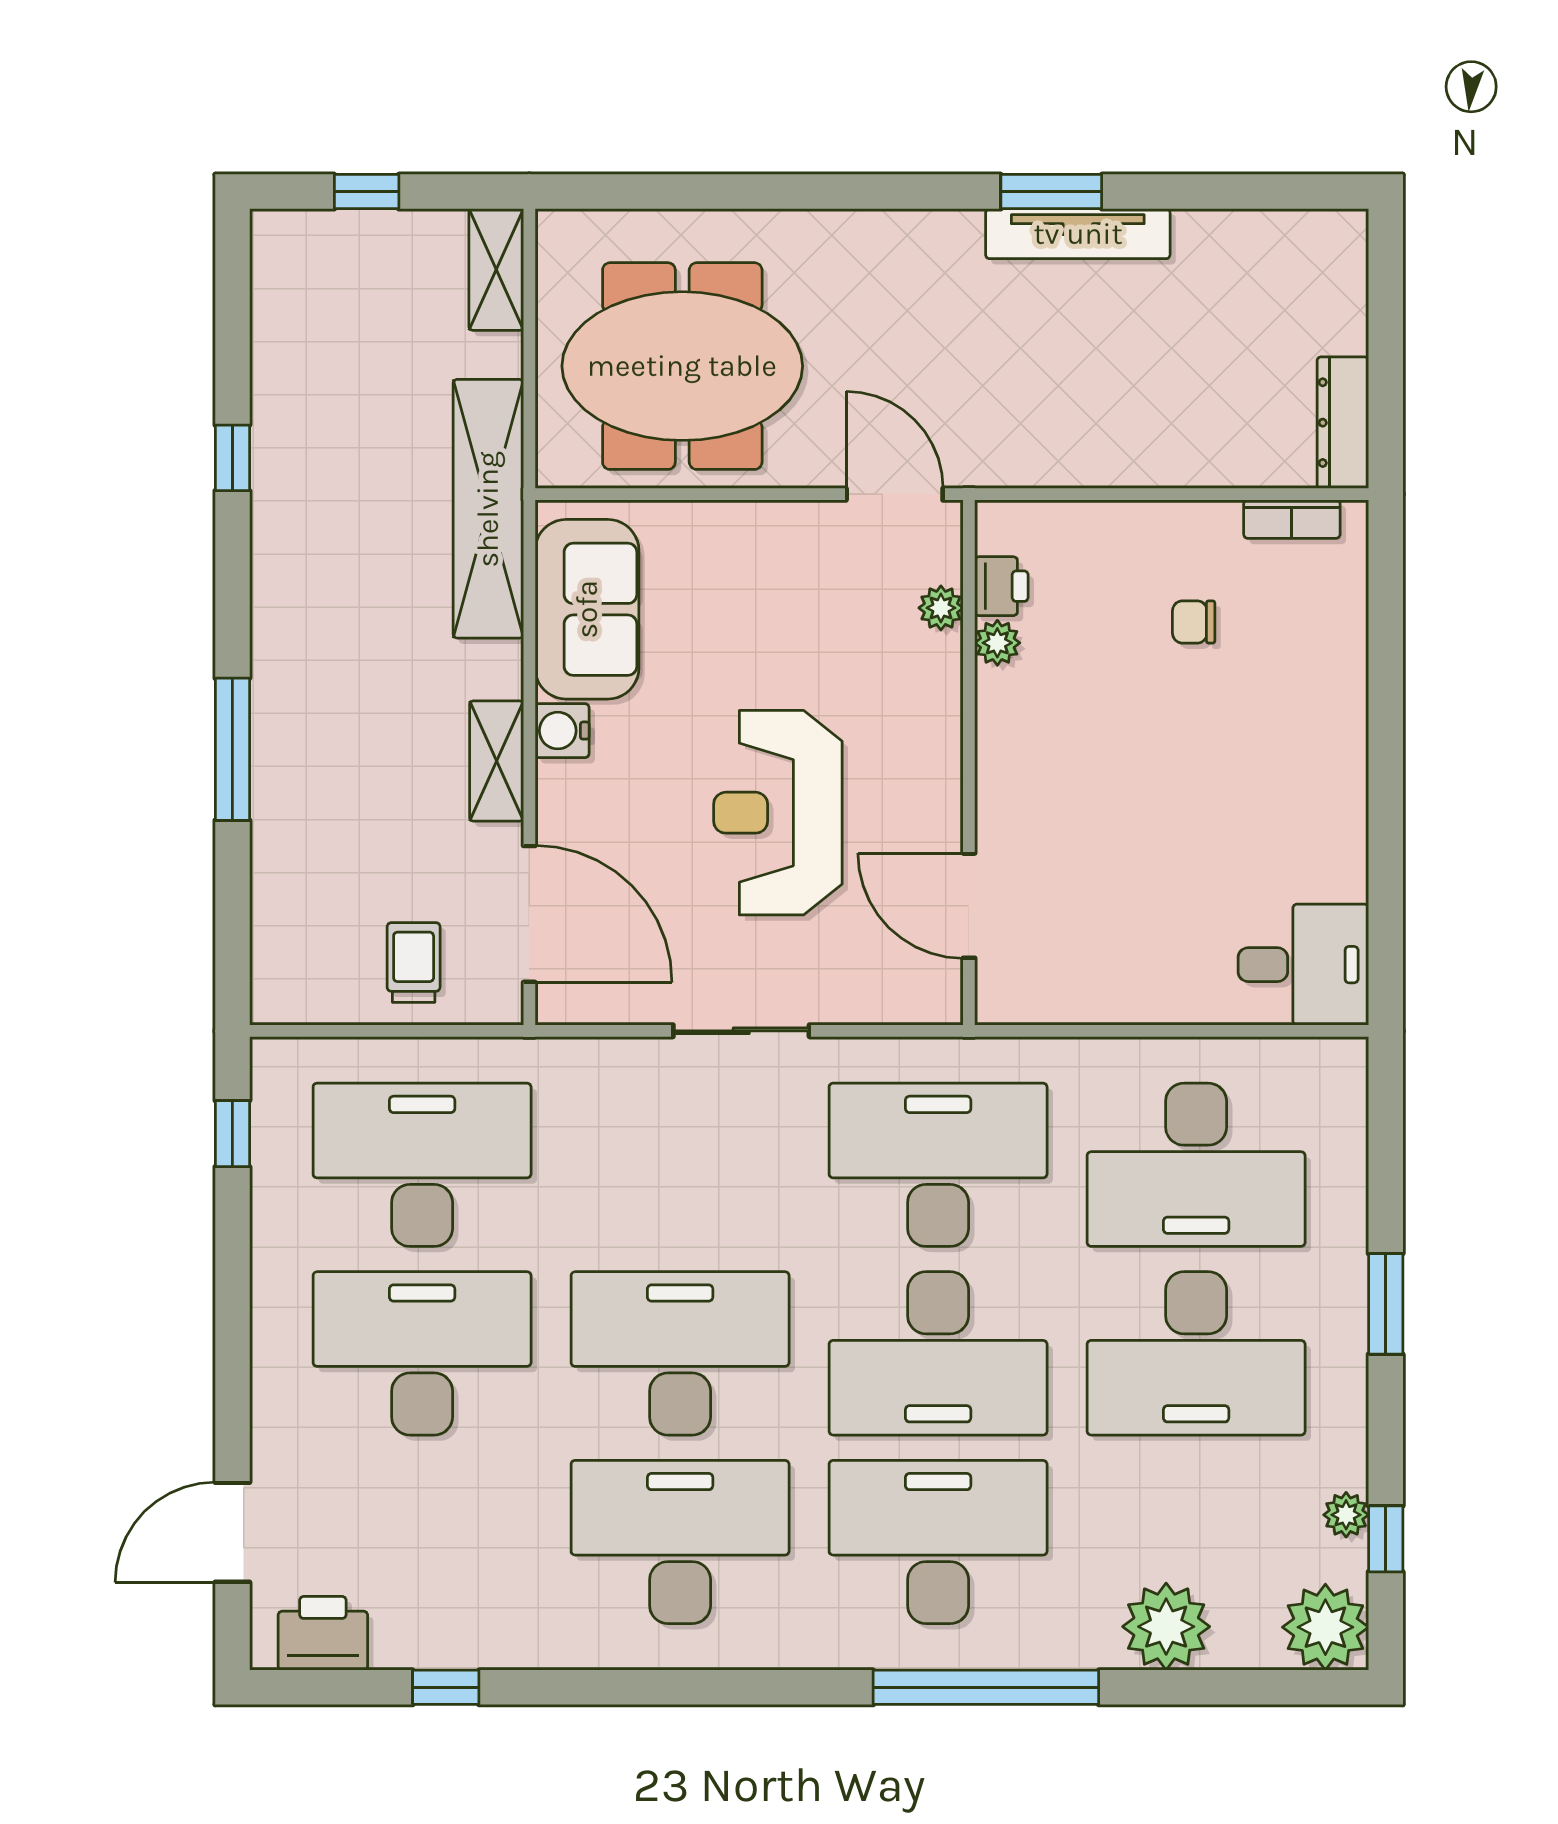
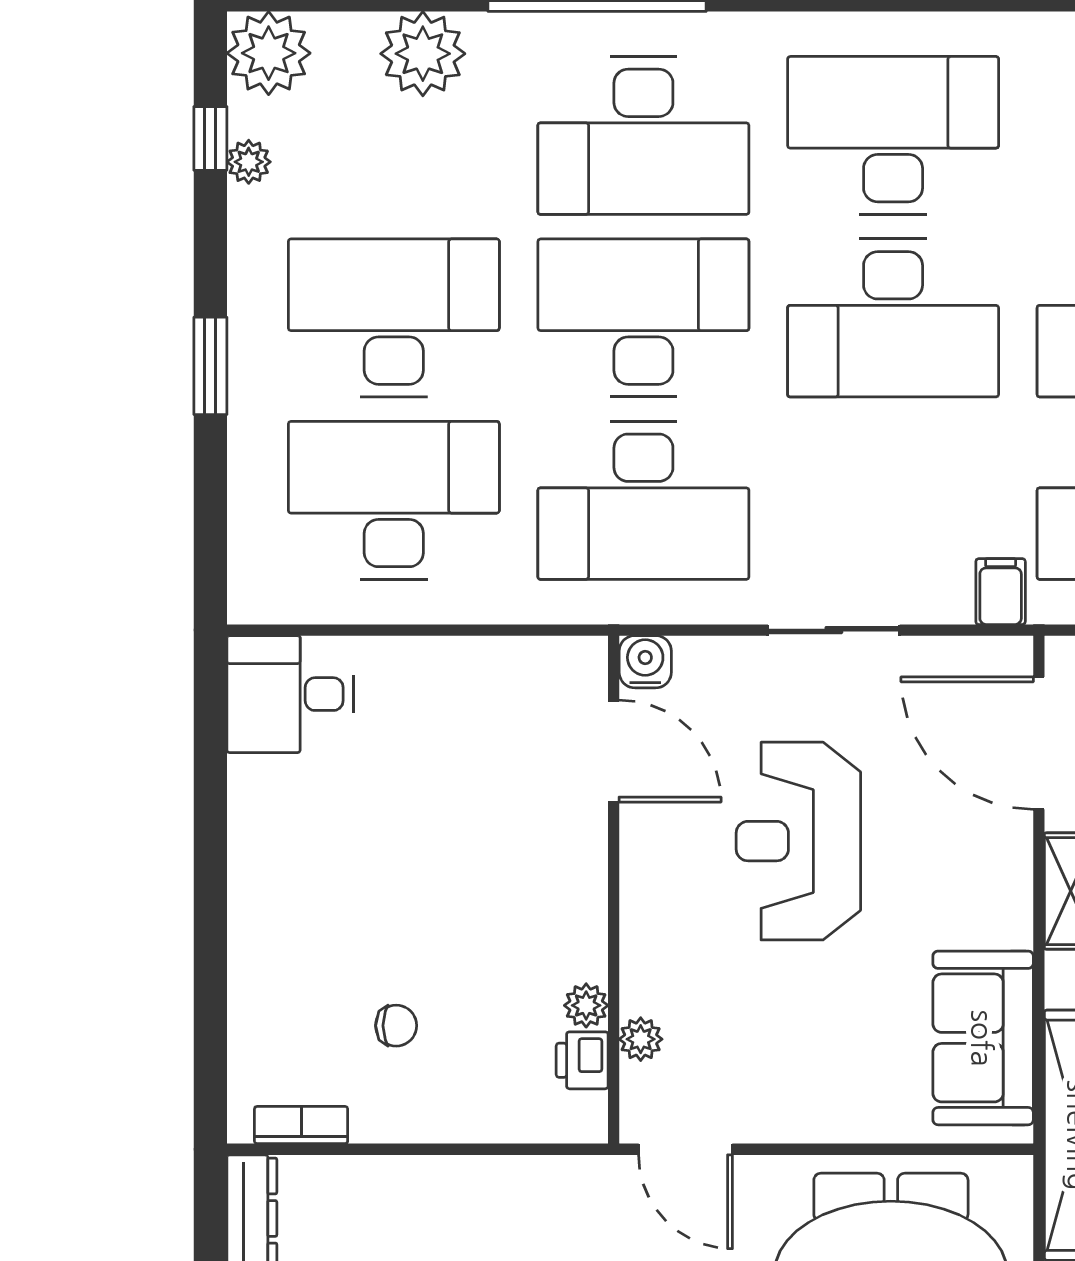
water cooler: (562, 731) -> (645, 662), moved, turned -90
reception desk: (778, 813) -> (798, 841), turned 180
filing cabinet: (569, 1071) -> (1001, 592), added
desk: (680, 1542) -> (893, 135), turned 180

